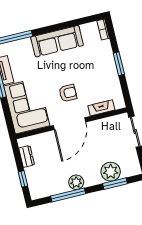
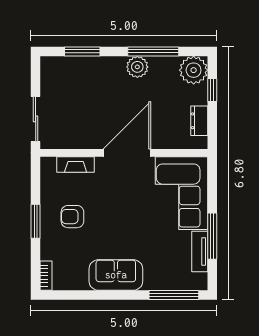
sofa: (57, 41) -> (116, 275), width x0.73
armchair: (68, 93) -> (72, 217), moved
plant: (111, 172) -> (194, 70), moved

